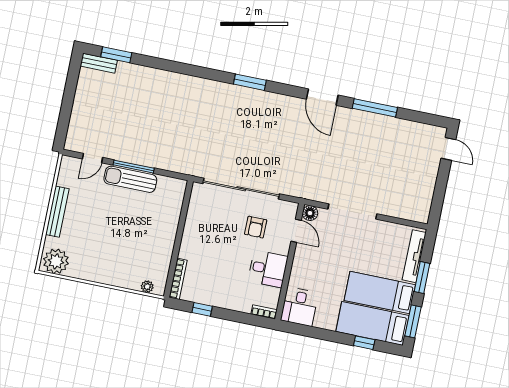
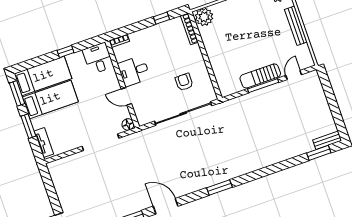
sun lounger: (130, 179) -> (260, 76), turned 180
armchair: (256, 227) -> (184, 82), moved
door: (296, 231) -> (126, 96), moved
tv unit: (414, 256) -> (44, 142), width x0.71
plant: (147, 287) -> (204, 17), width x1.88, depth x1.88
window: (364, 343) -> (66, 51), moved

